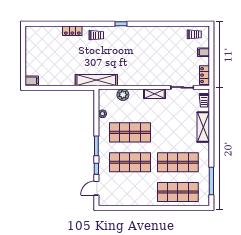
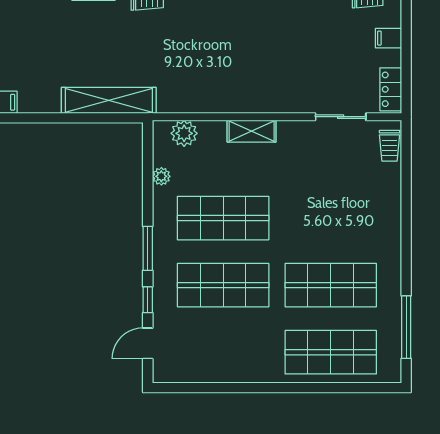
shelving: (96, 80) -> (109, 100), moved
shelving: (154, 94) -> (252, 131), moved
plant: (123, 95) -> (184, 133), moved
shelving: (203, 127) -> (388, 206), removed

